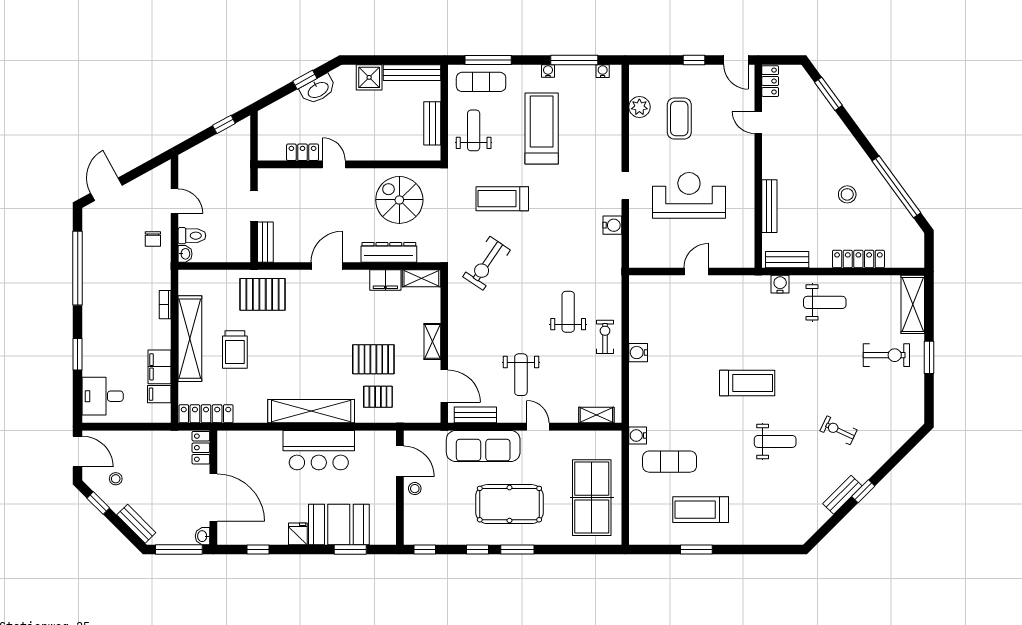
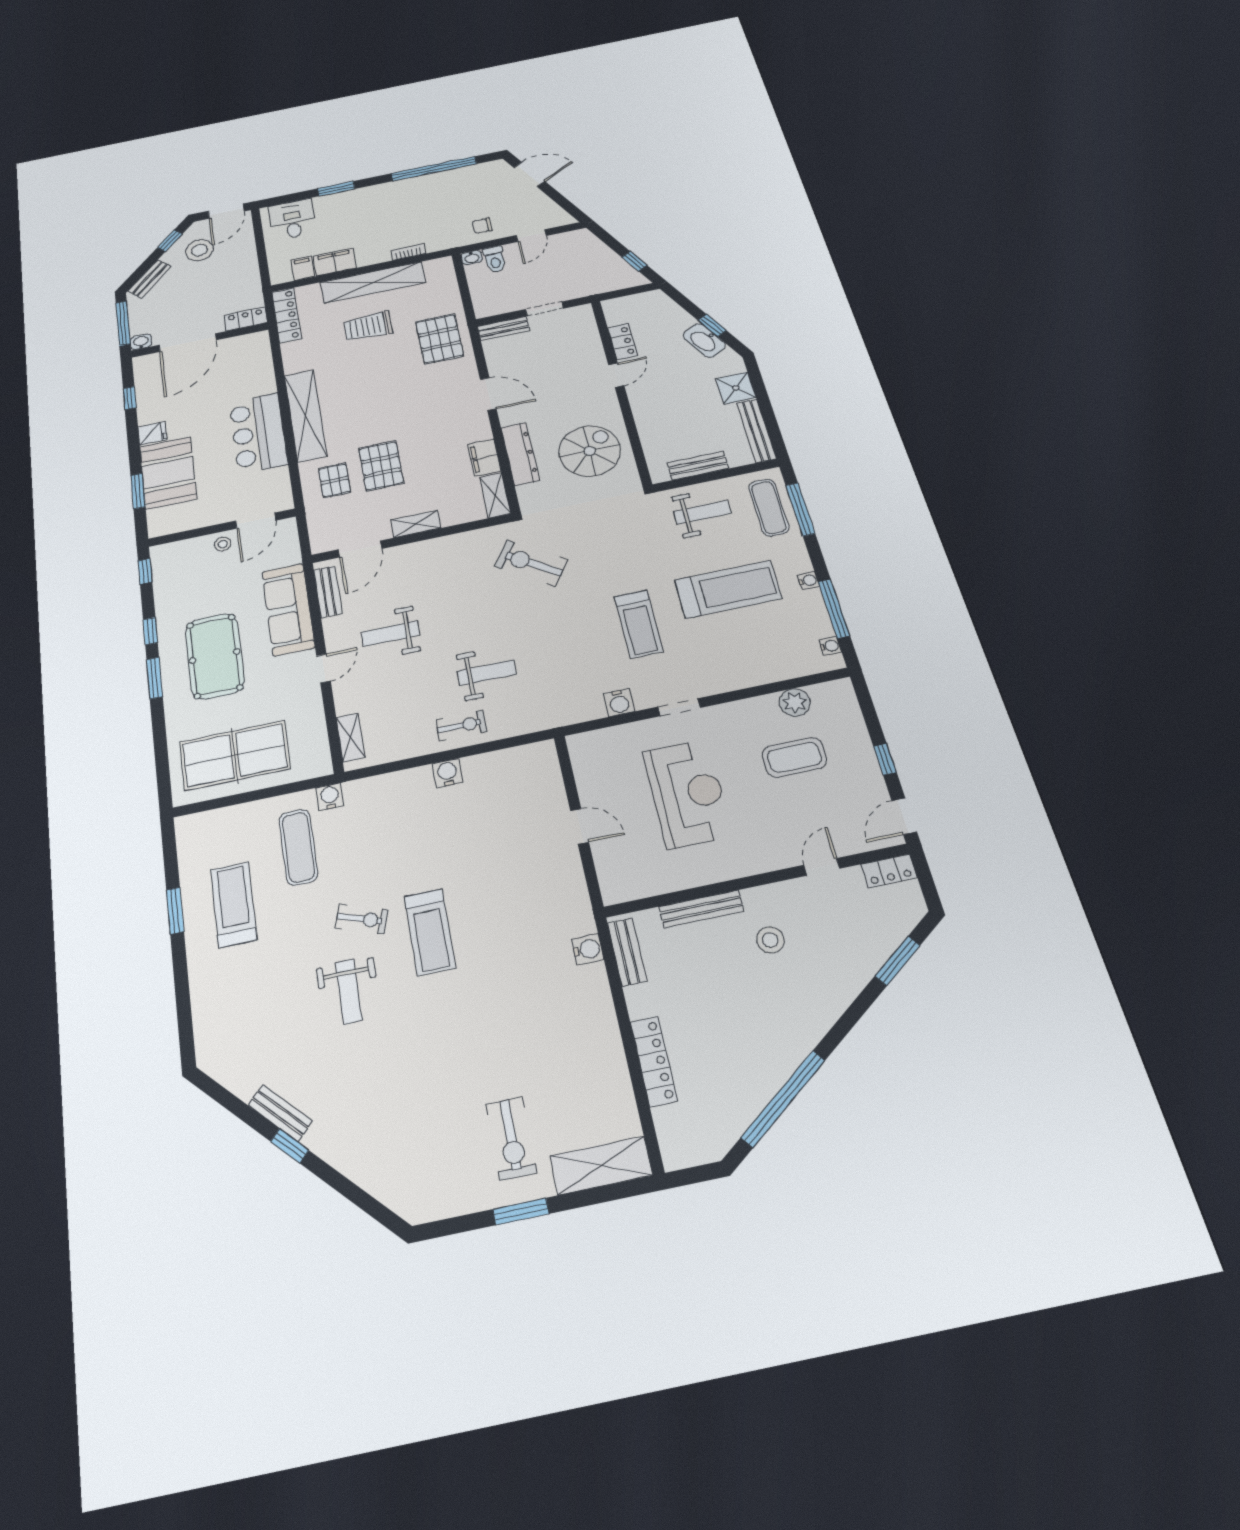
stool: (847, 194) -> (770, 940), moved
treadmill: (502, 199) -> (639, 624), moved, turned 180
weight bench: (825, 302) -> (574, 1023), removed
exercise bike: (839, 430) -> (362, 919), moved, turned 84
stool: (116, 479) -> (199, 250), width x1.89, depth x1.89

